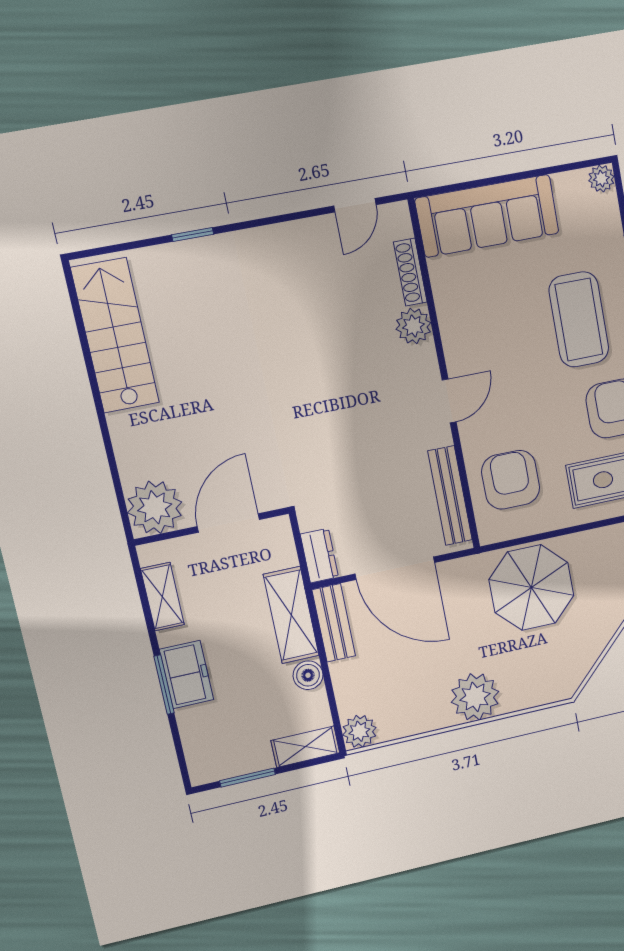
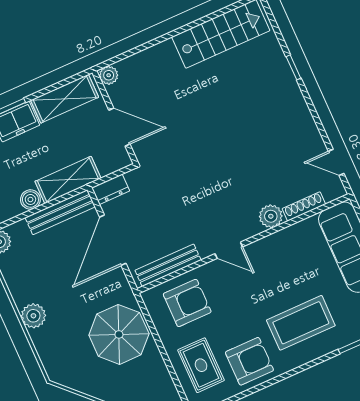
plant: (155, 507) -> (109, 75), width x0.53, depth x0.53
shelving: (162, 597) -> (65, 99), width x1.50, depth x1.33
bench: (334, 623) -> (60, 212), width x1.36
plant: (475, 697) -> (33, 316), width x0.73, depth x0.73

